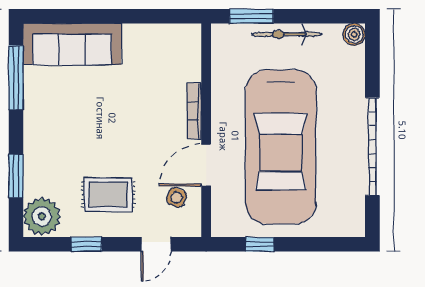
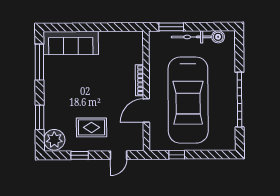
boiler: (354, 34) -> (218, 37), moved
side table: (177, 197) -> (130, 129), removed

